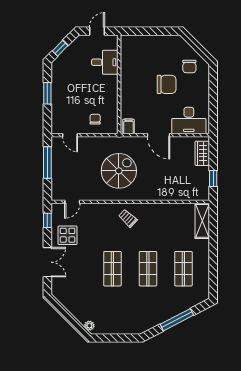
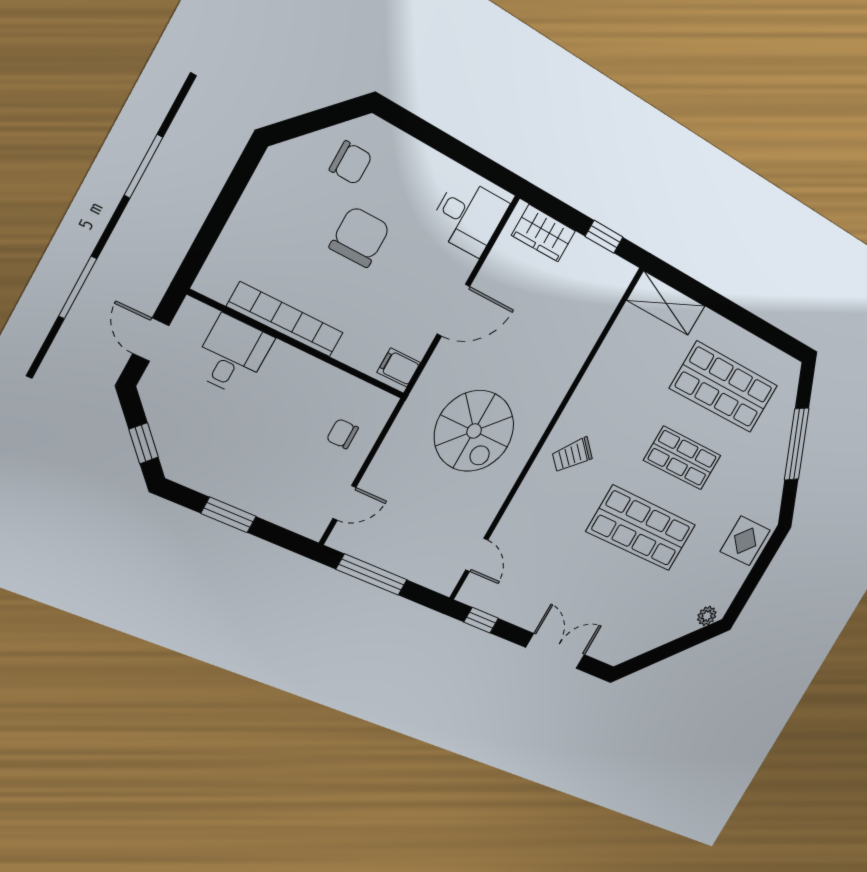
bookcase: (126, 74) -> (285, 320), added
desk: (189, 120) -> (468, 216), width x0.73
spiral stairs: (119, 171) -> (474, 431), turned 180
display table: (68, 235) -> (745, 541), moved
shop shelf: (112, 269) -> (641, 528), width x1.43, depth x1.36
shop shelf: (183, 269) -> (724, 387), width x1.43, depth x1.36

